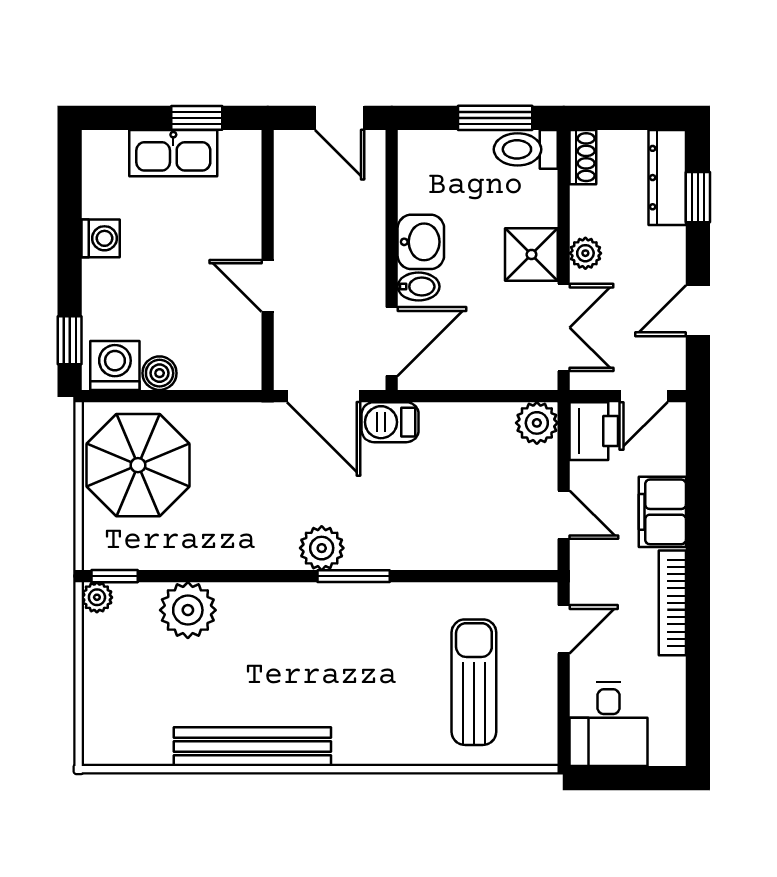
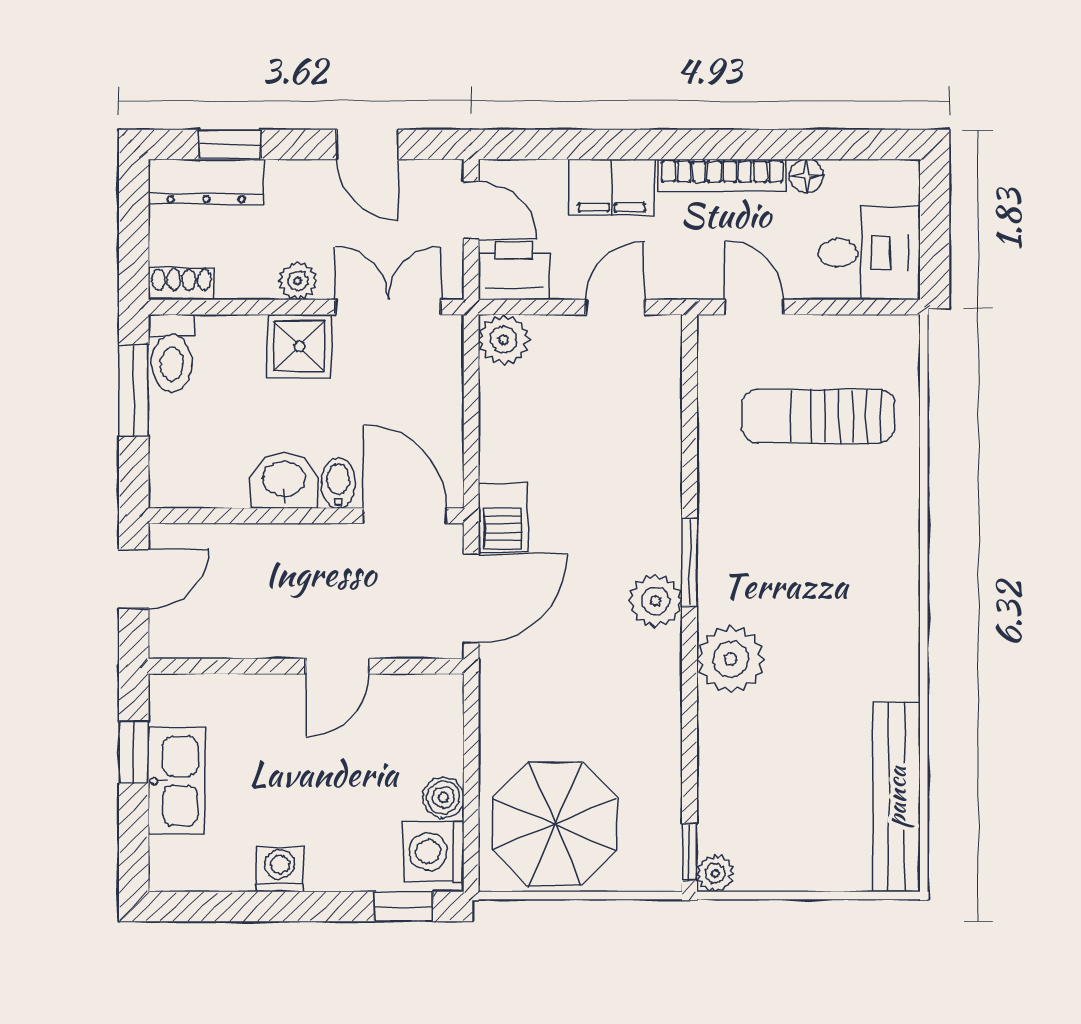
plant: (188, 610) -> (731, 659), moved
floor lamp: (672, 672) -> (806, 176), added
bench: (252, 747) -> (896, 797), moved

